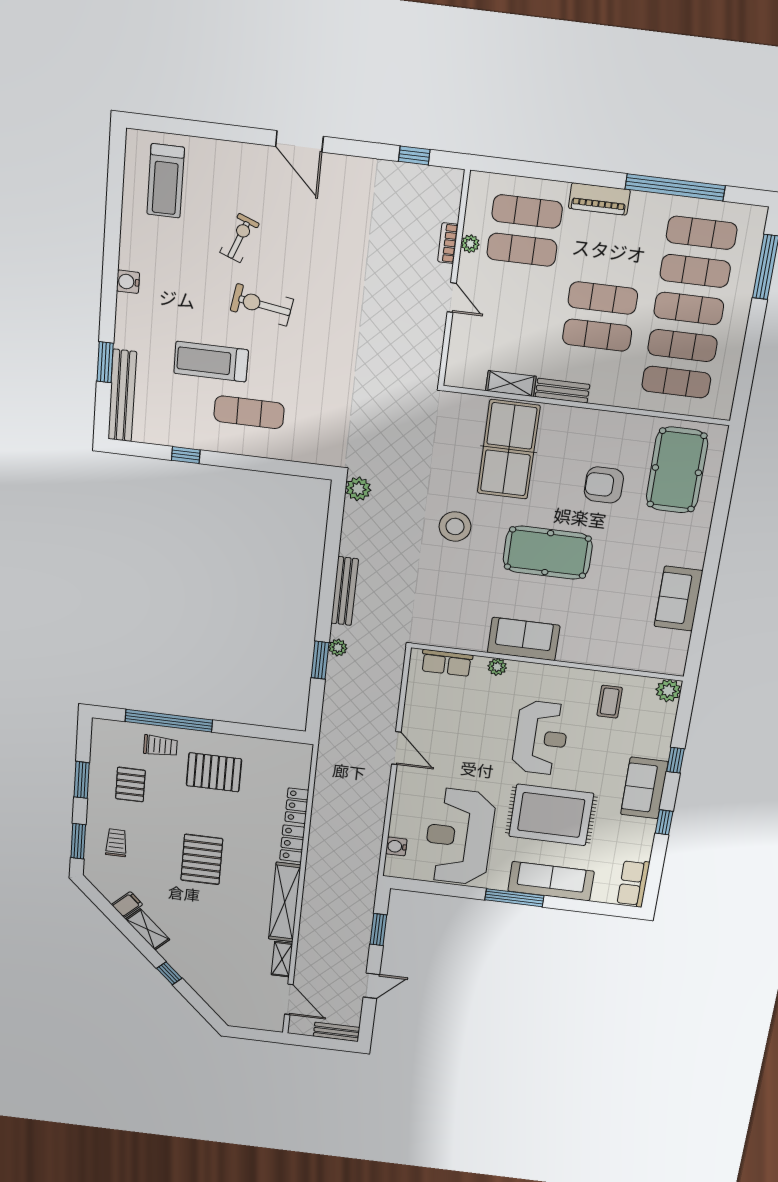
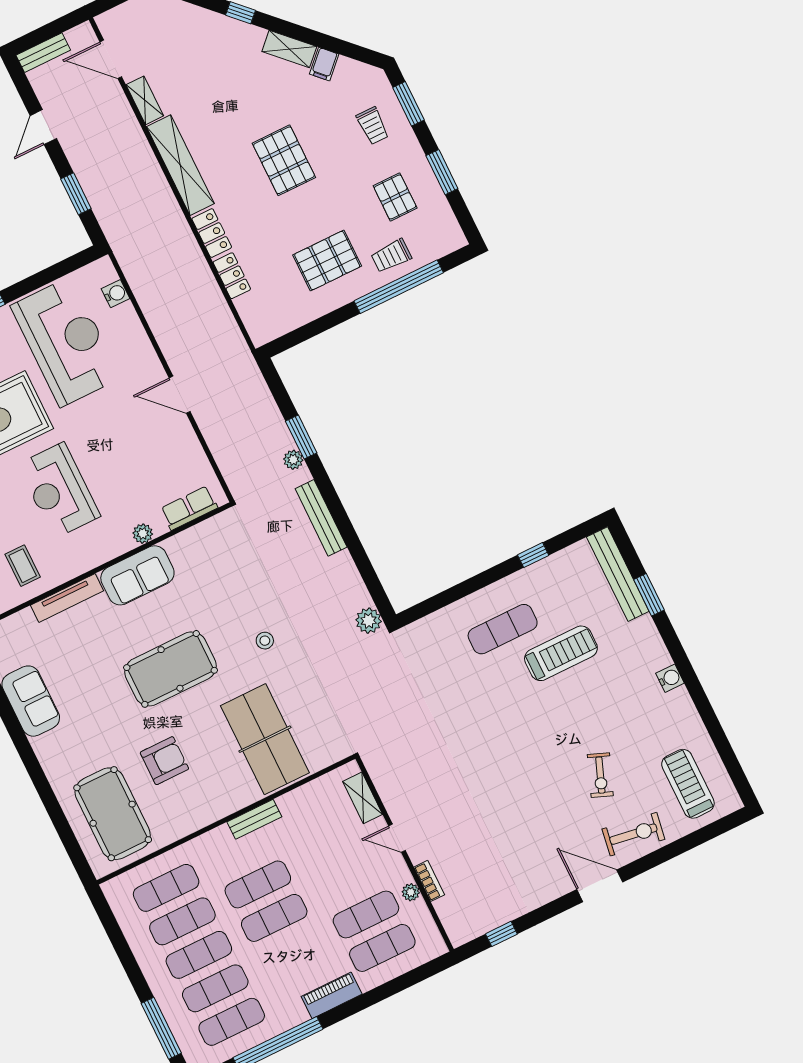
exercise bike: (262, 305) -> (633, 834), moved
shelving: (511, 384) -> (363, 798), moved, turned 90
stool: (455, 526) -> (265, 641), width x0.53, depth x0.53
tv unit: (592, 657) -> (67, 598), added

